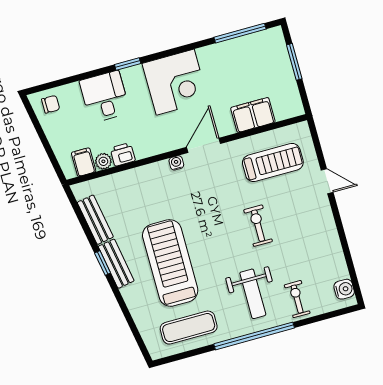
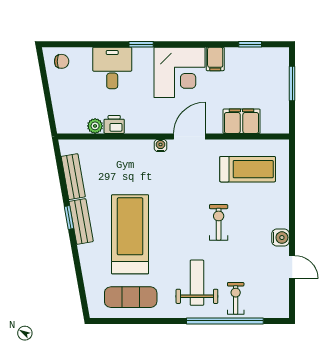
window: (240, 33) -> (250, 44), width x0.46
filing cabinet: (84, 162) -> (215, 59), moved, turned 180
door: (327, 181) -> (292, 267), moved
water cooler: (344, 289) -> (281, 238), moved
weight bench: (253, 294) -> (197, 283), turned 180
window: (254, 336) -> (225, 321), moved

